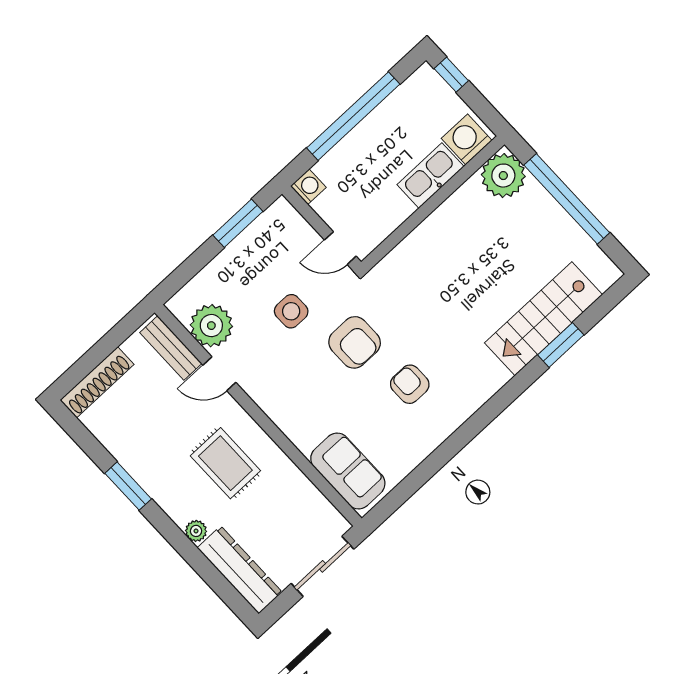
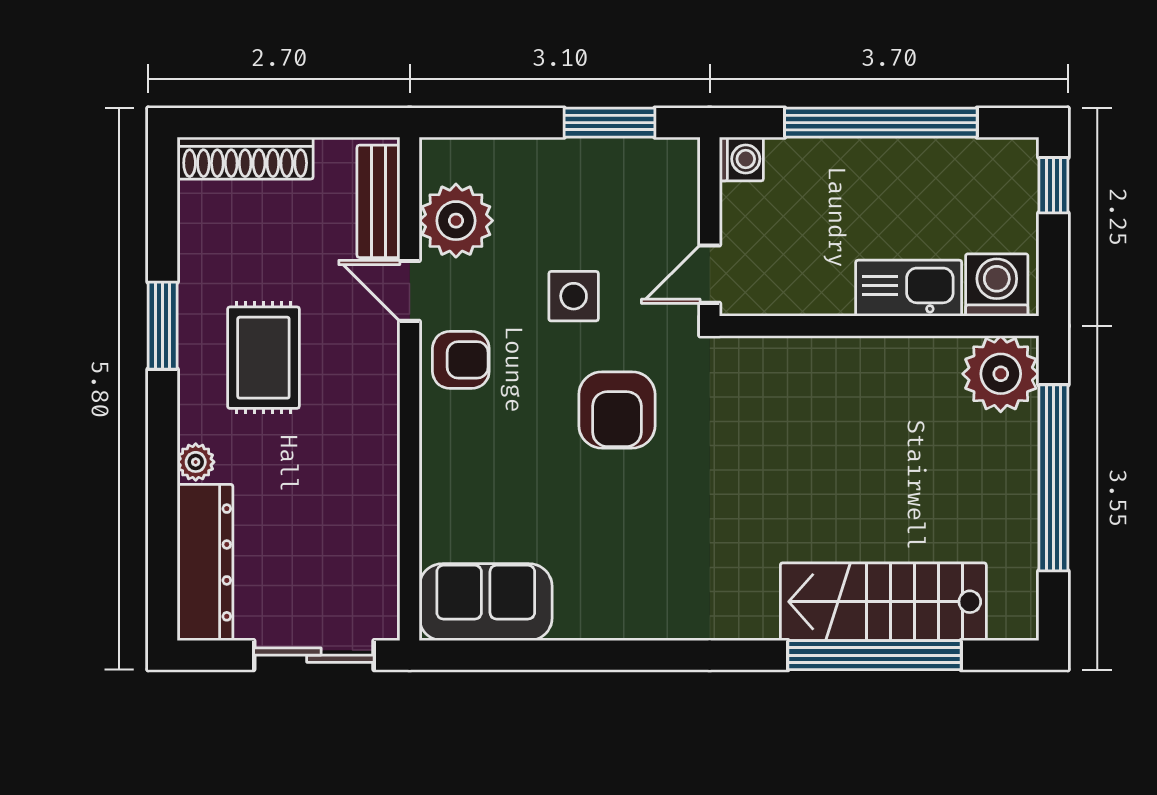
door: (340, 248) -> (710, 274), hinge flipped
window: (561, 345) -> (874, 655), width x2.11
armchair: (410, 384) -> (461, 360), moved, turned 90
rug: (225, 463) -> (263, 358), moved
sofa: (348, 471) -> (486, 602), moved, turned -90

